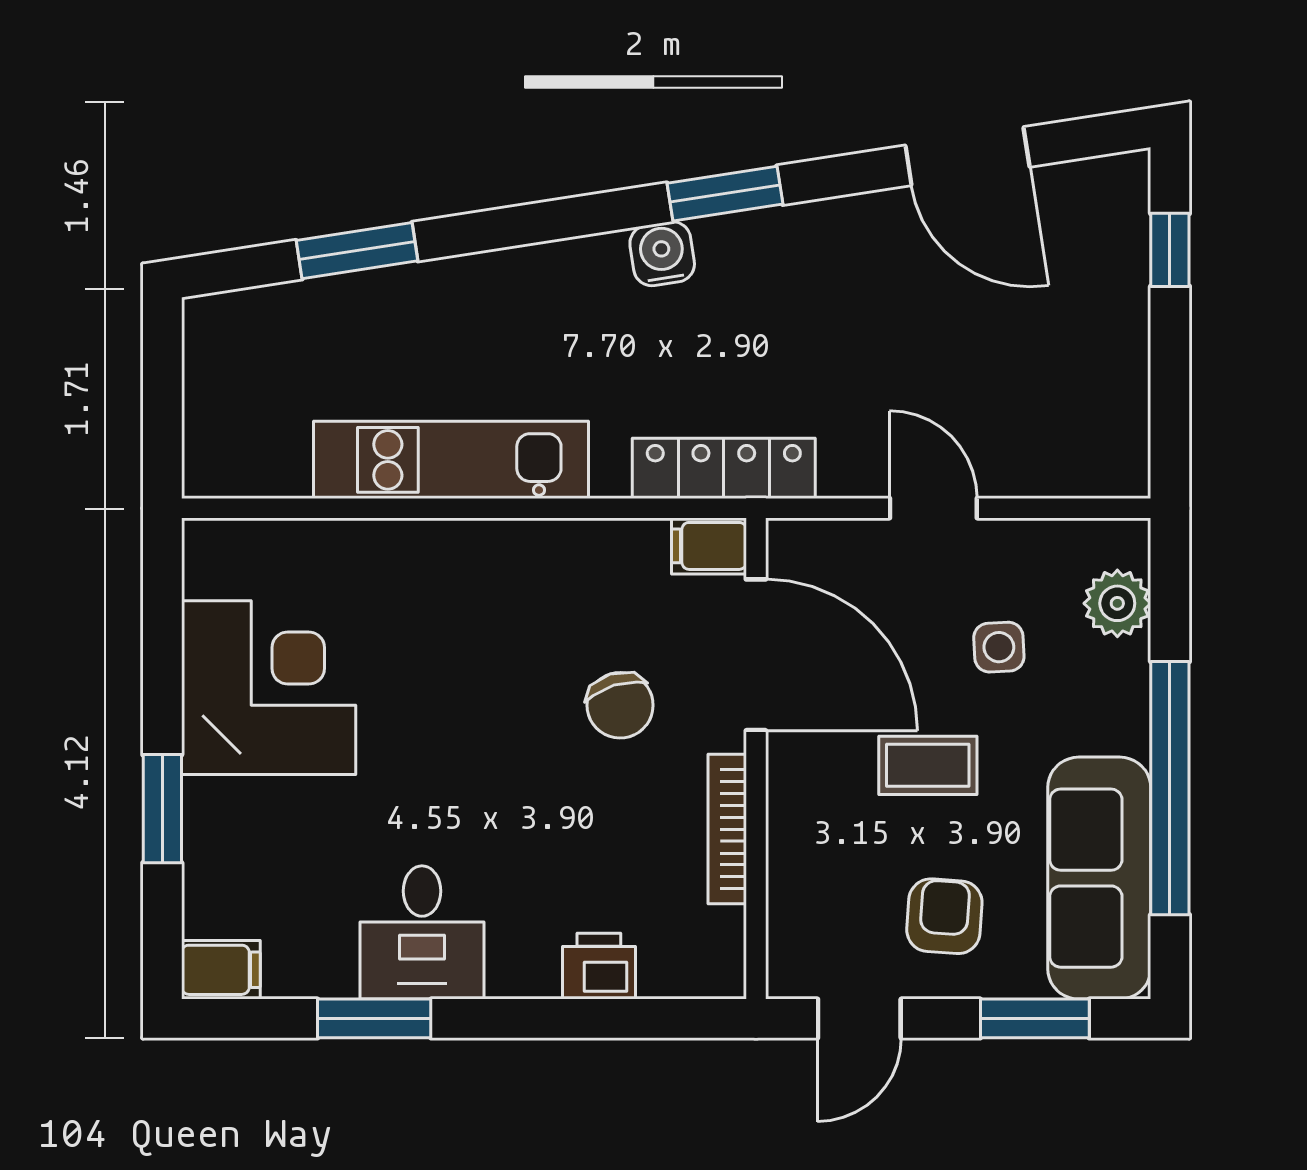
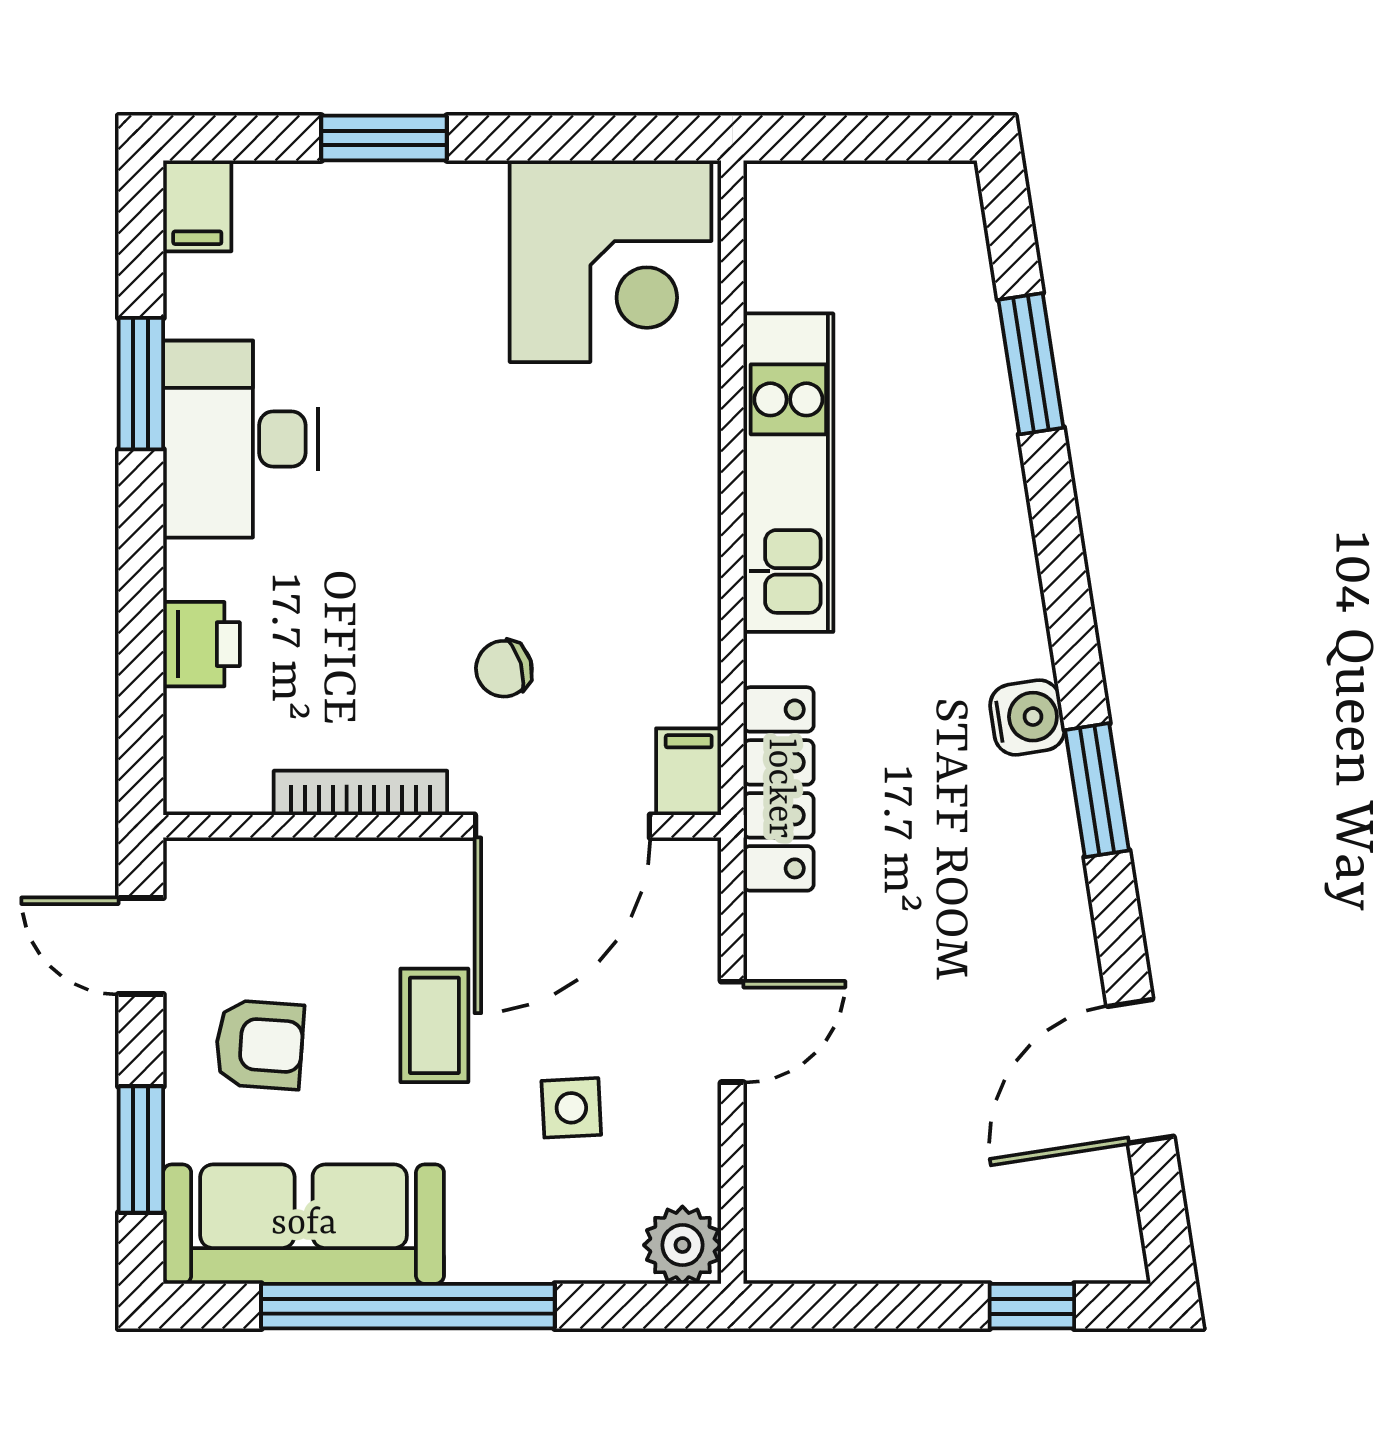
plant: (1117, 603) -> (682, 1245), moved
corner desk: (269, 688) -> (611, 261), moved
chair: (620, 705) -> (504, 669), width x0.73, depth x0.73
desk: (422, 932) -> (241, 439), width x1.37

